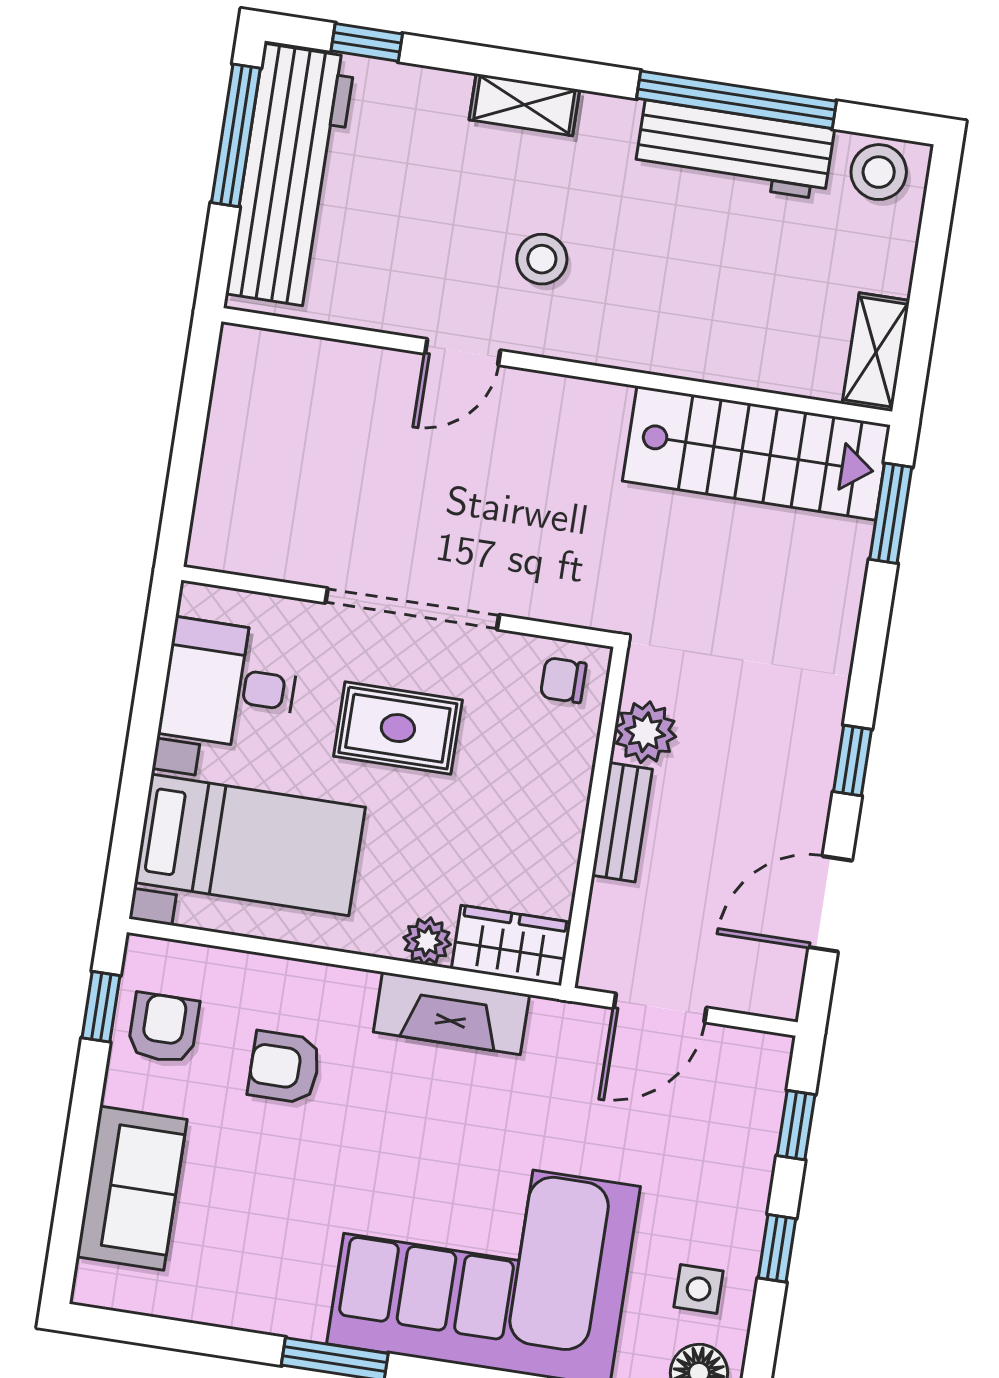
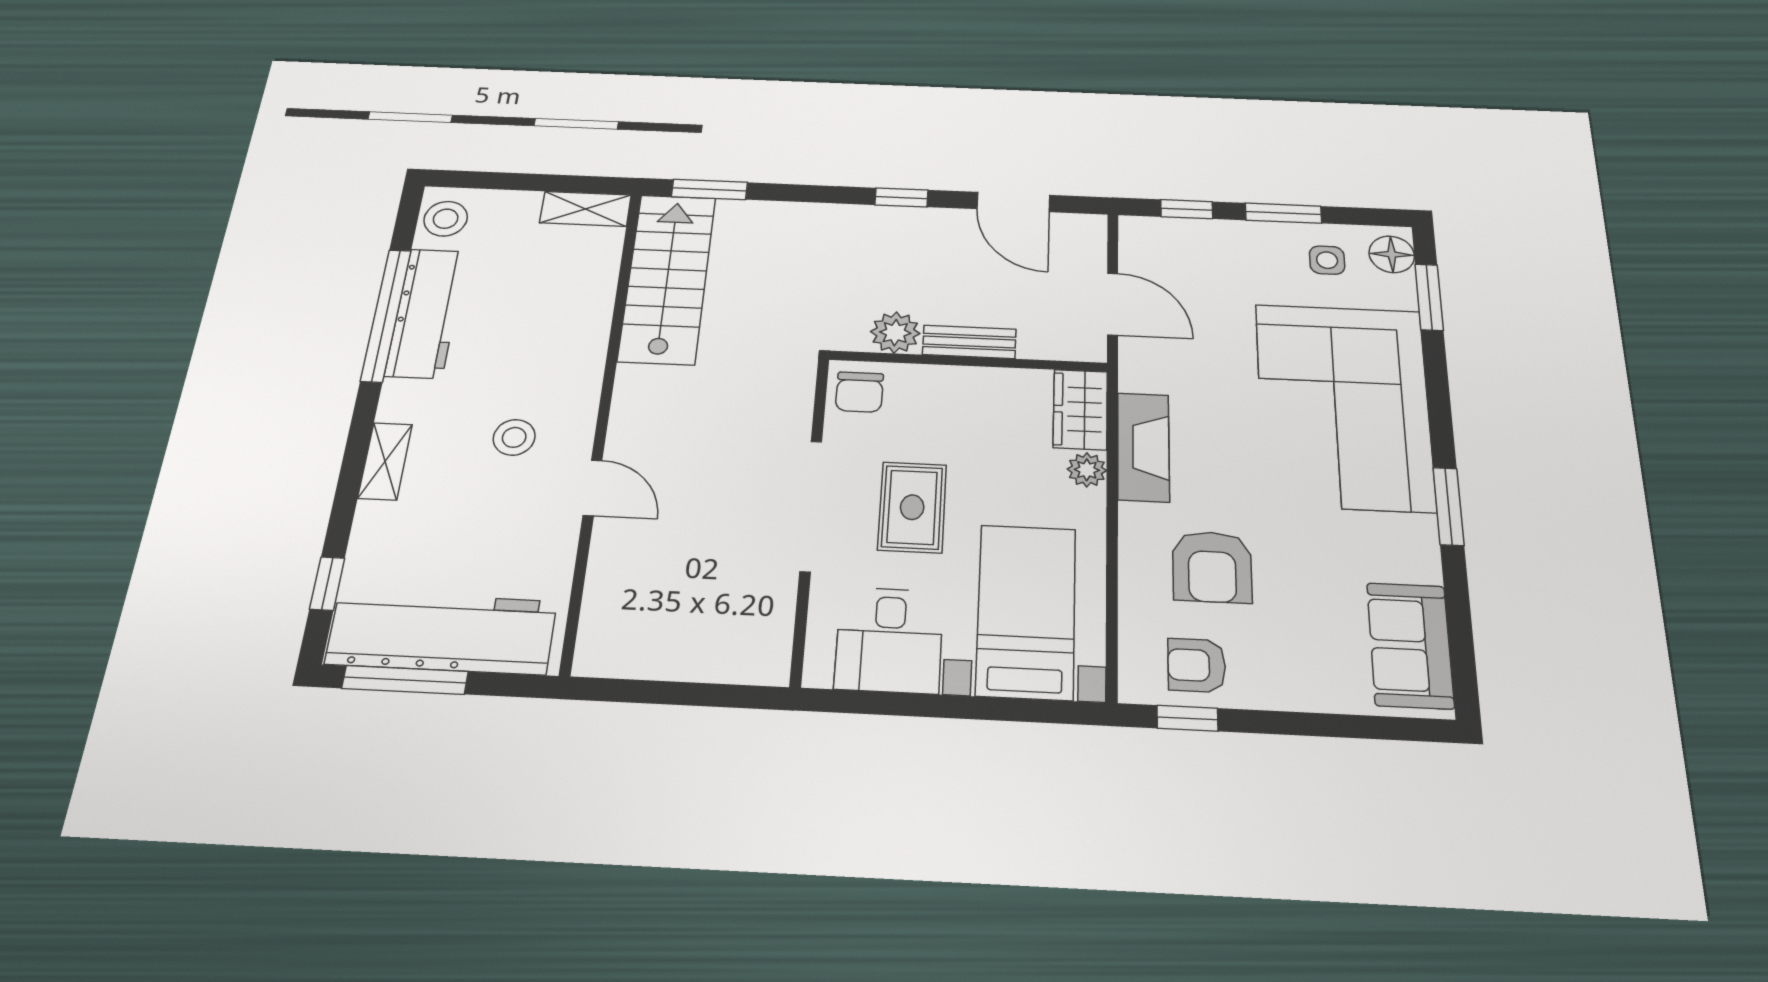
chair: (563, 680) -> (859, 392), width x1.37, depth x1.37
armchair: (284, 1067) -> (1212, 567), width x1.38, depth x1.38
sofa: (132, 1188) -> (1410, 645), moved, turned -90
window: (777, 1248) -> (1283, 213), width x1.50

